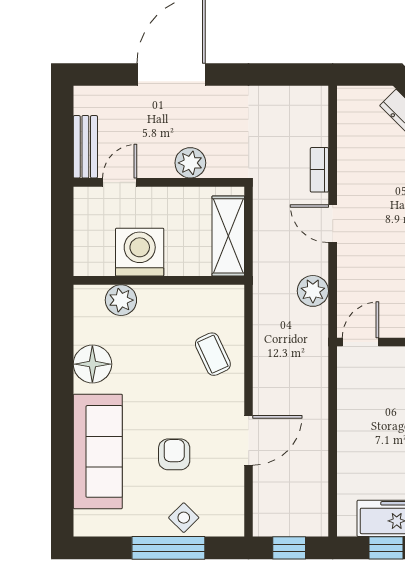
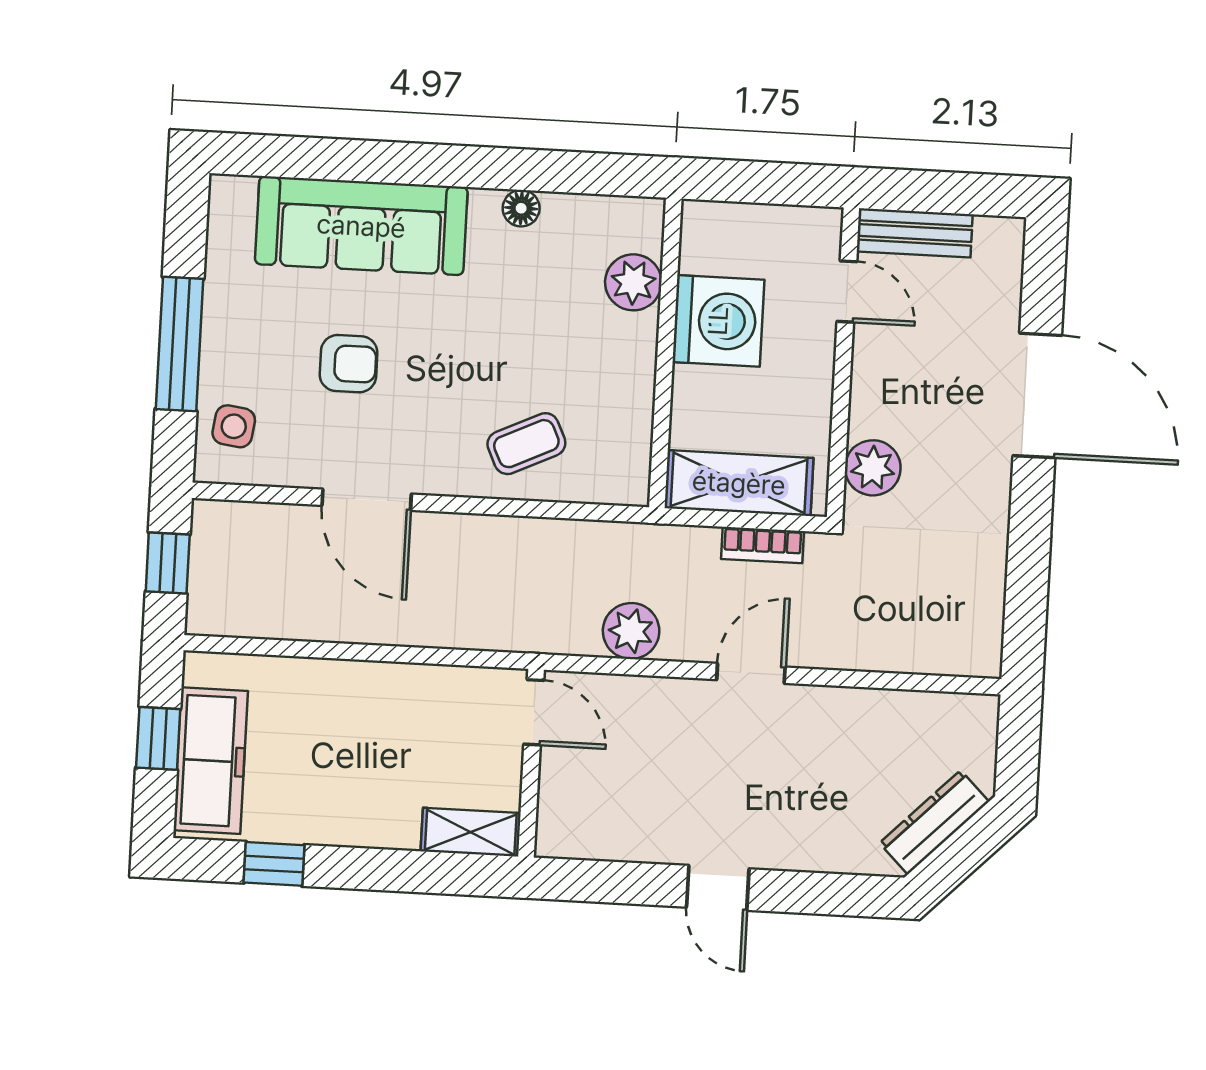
plant: (190, 163) -> (873, 468), moved
bookcase: (319, 170) -> (763, 545), moved, turned 180
floor lamp: (92, 364) -> (521, 208), width x0.53, depth x0.53
side table: (184, 518) -> (234, 426), moved, turned -37

